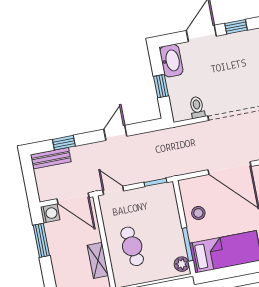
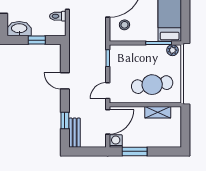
stool: (198, 213) -> (124, 25), moved
cafe table: (132, 246) -> (152, 85), width x1.37, depth x1.35

